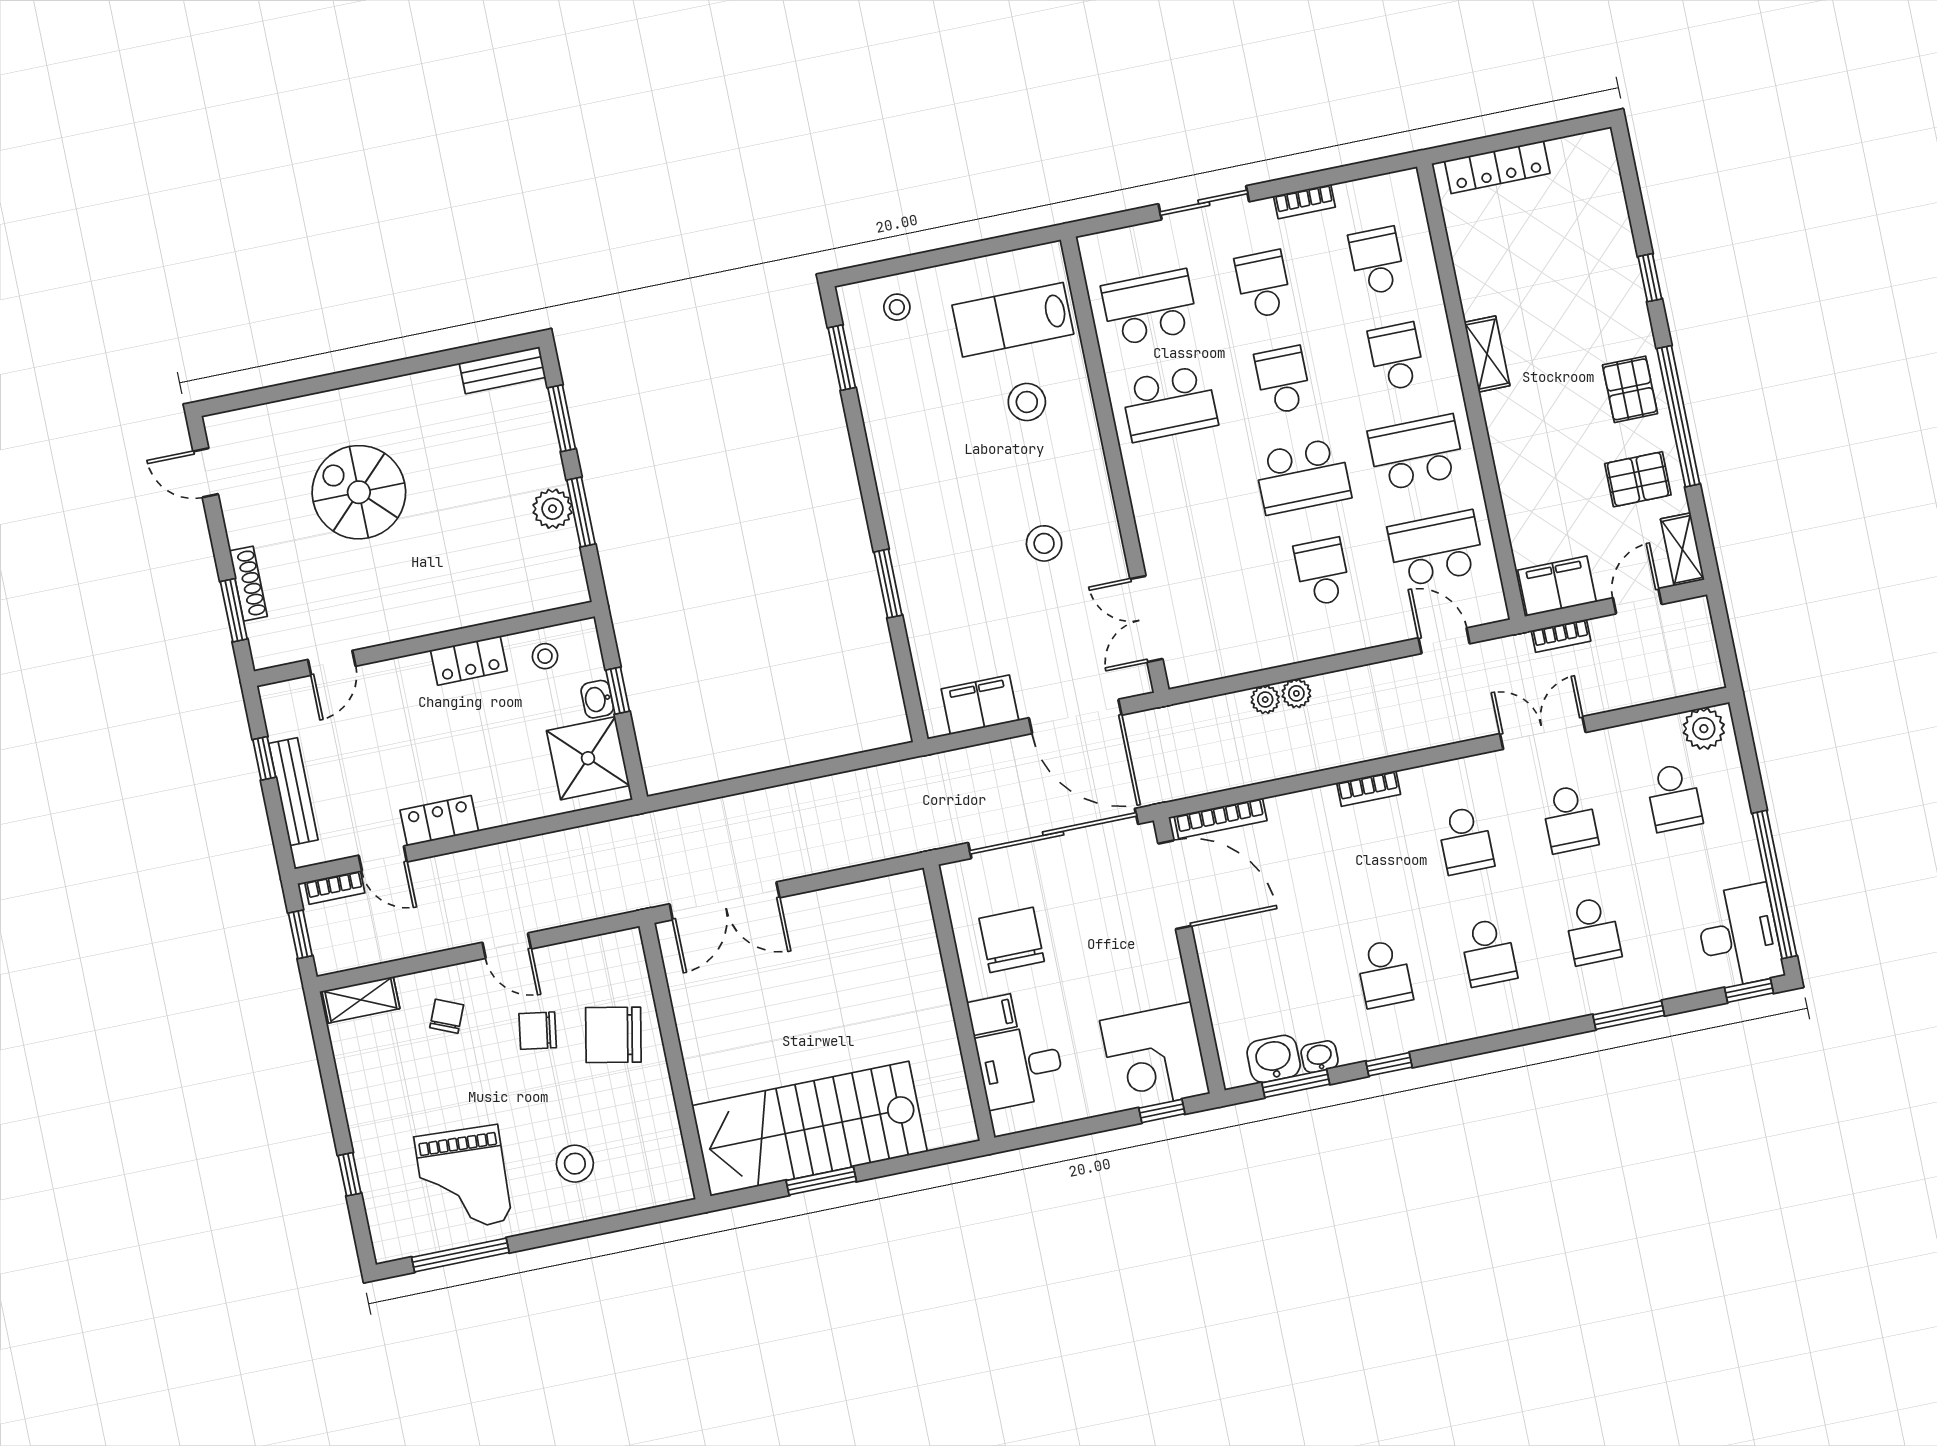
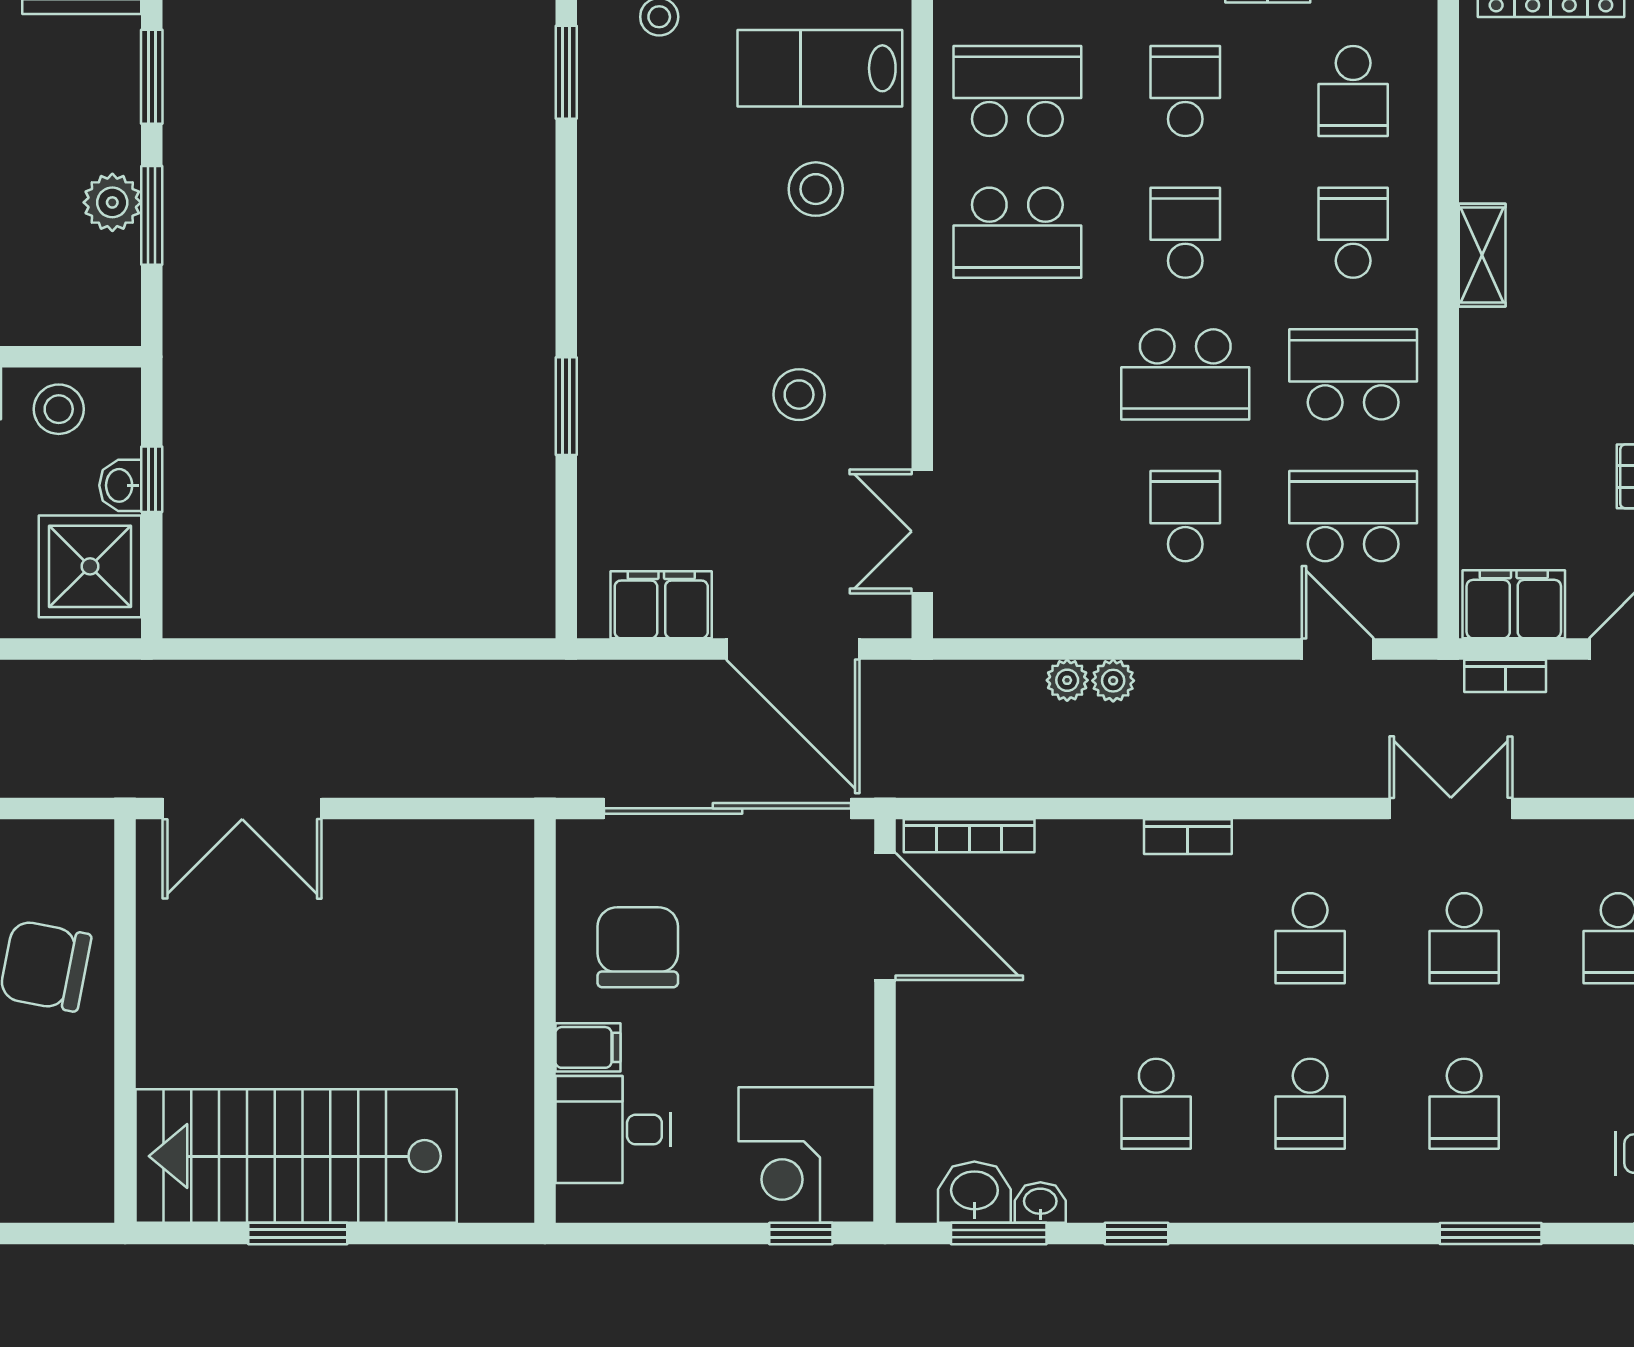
school desk: (1377, 261) -> (1353, 91), turned 180
stool: (545, 656) -> (59, 409), width x1.37, depth x1.37

